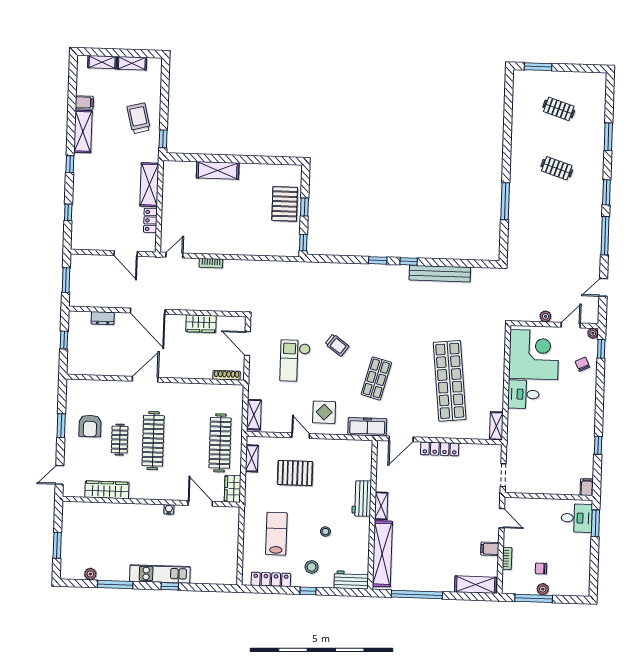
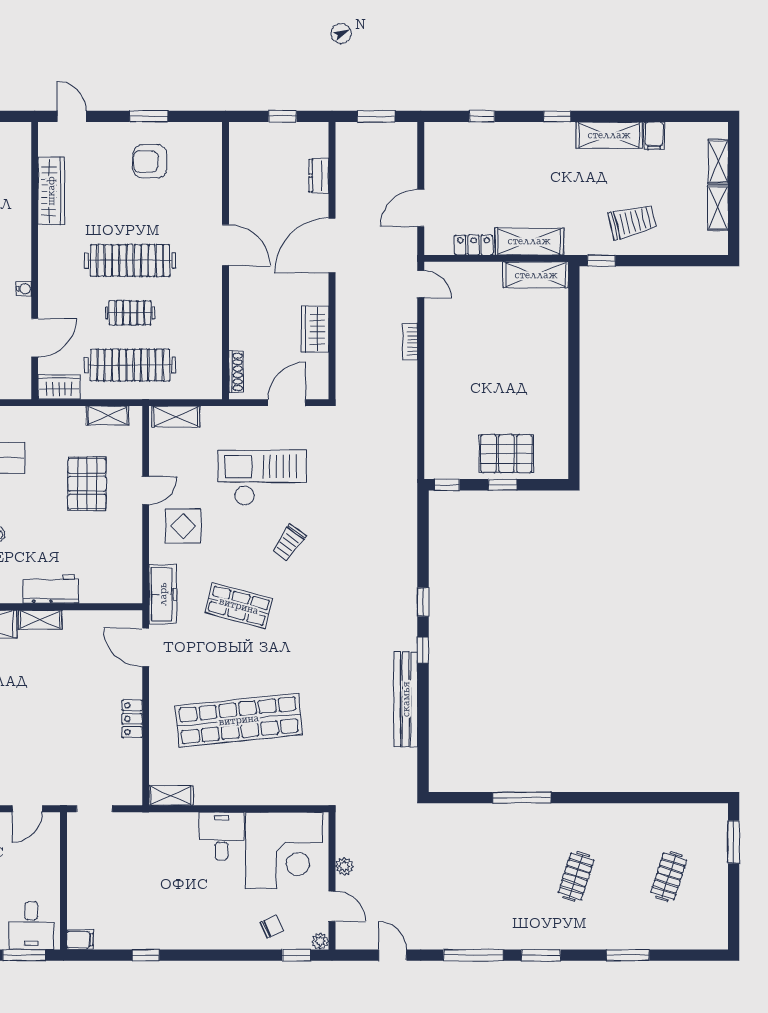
shelving: (218, 170) -> (536, 275), moved, turned 90
checkout: (295, 361) -> (262, 478), width x1.36, depth x1.21
clothes rail: (120, 440) -> (130, 313), moved
locker: (440, 449) -> (132, 719), width x0.66

